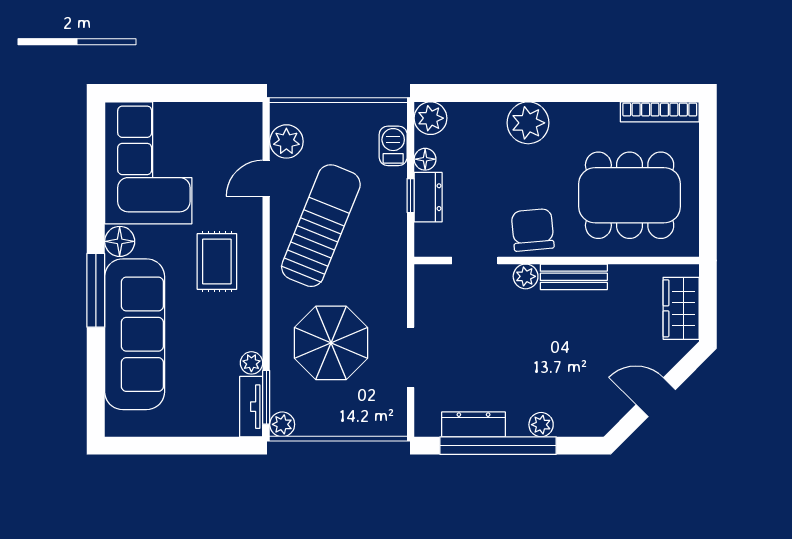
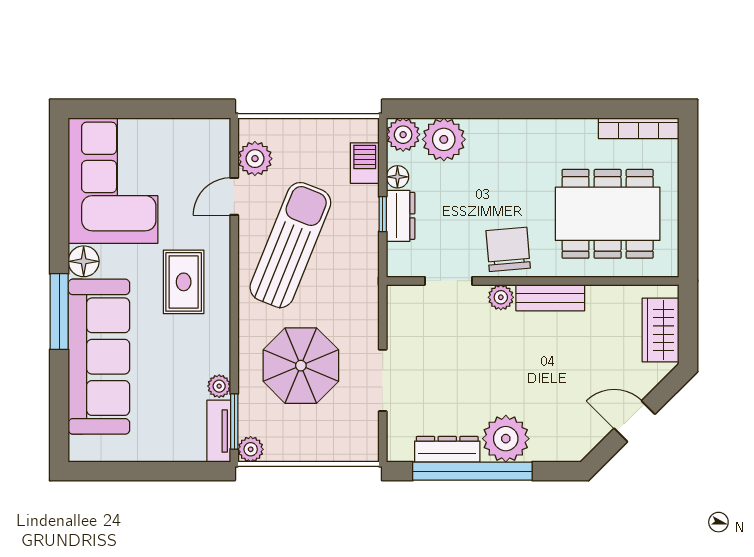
plant: (528, 123) -> (444, 139), moved
plant: (541, 425) -> (506, 439), width x1.88, depth x1.88

